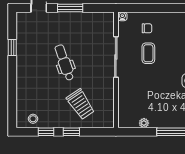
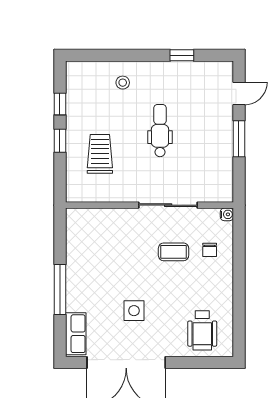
dental chair: (64, 63) -> (160, 131), turned -71
trolley: (81, 104) -> (100, 154), turned 124
stool: (33, 119) -> (123, 83), moved
plant: (144, 123) -> (73, 246), removed

